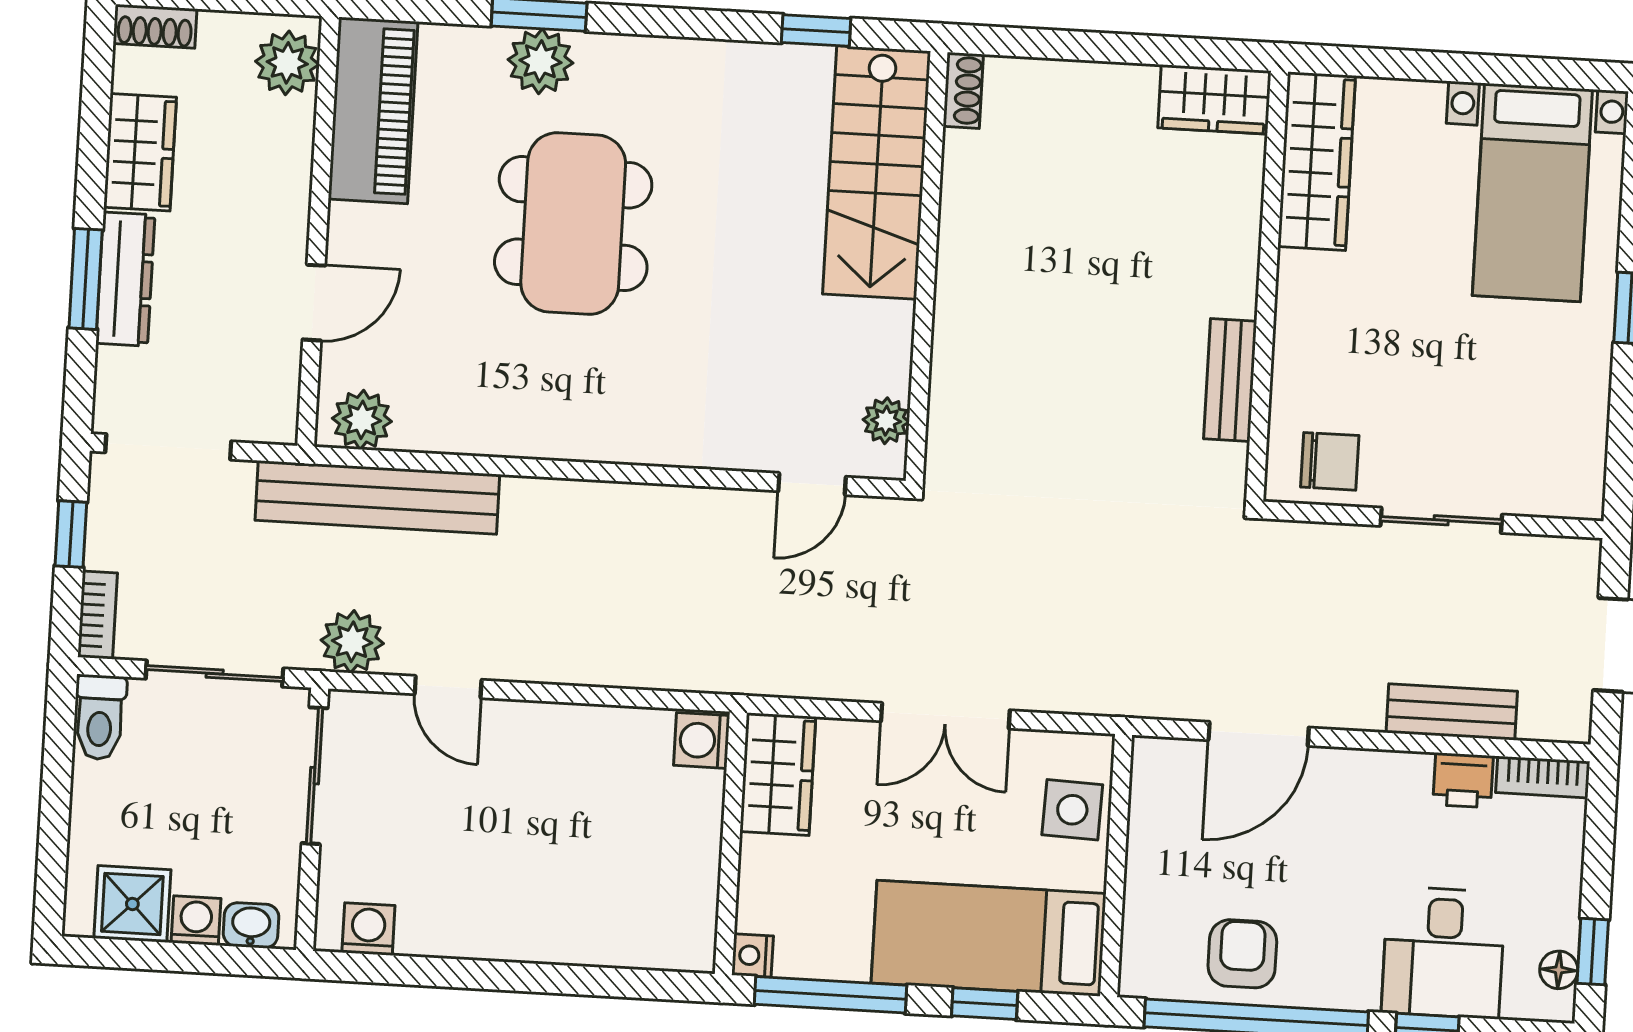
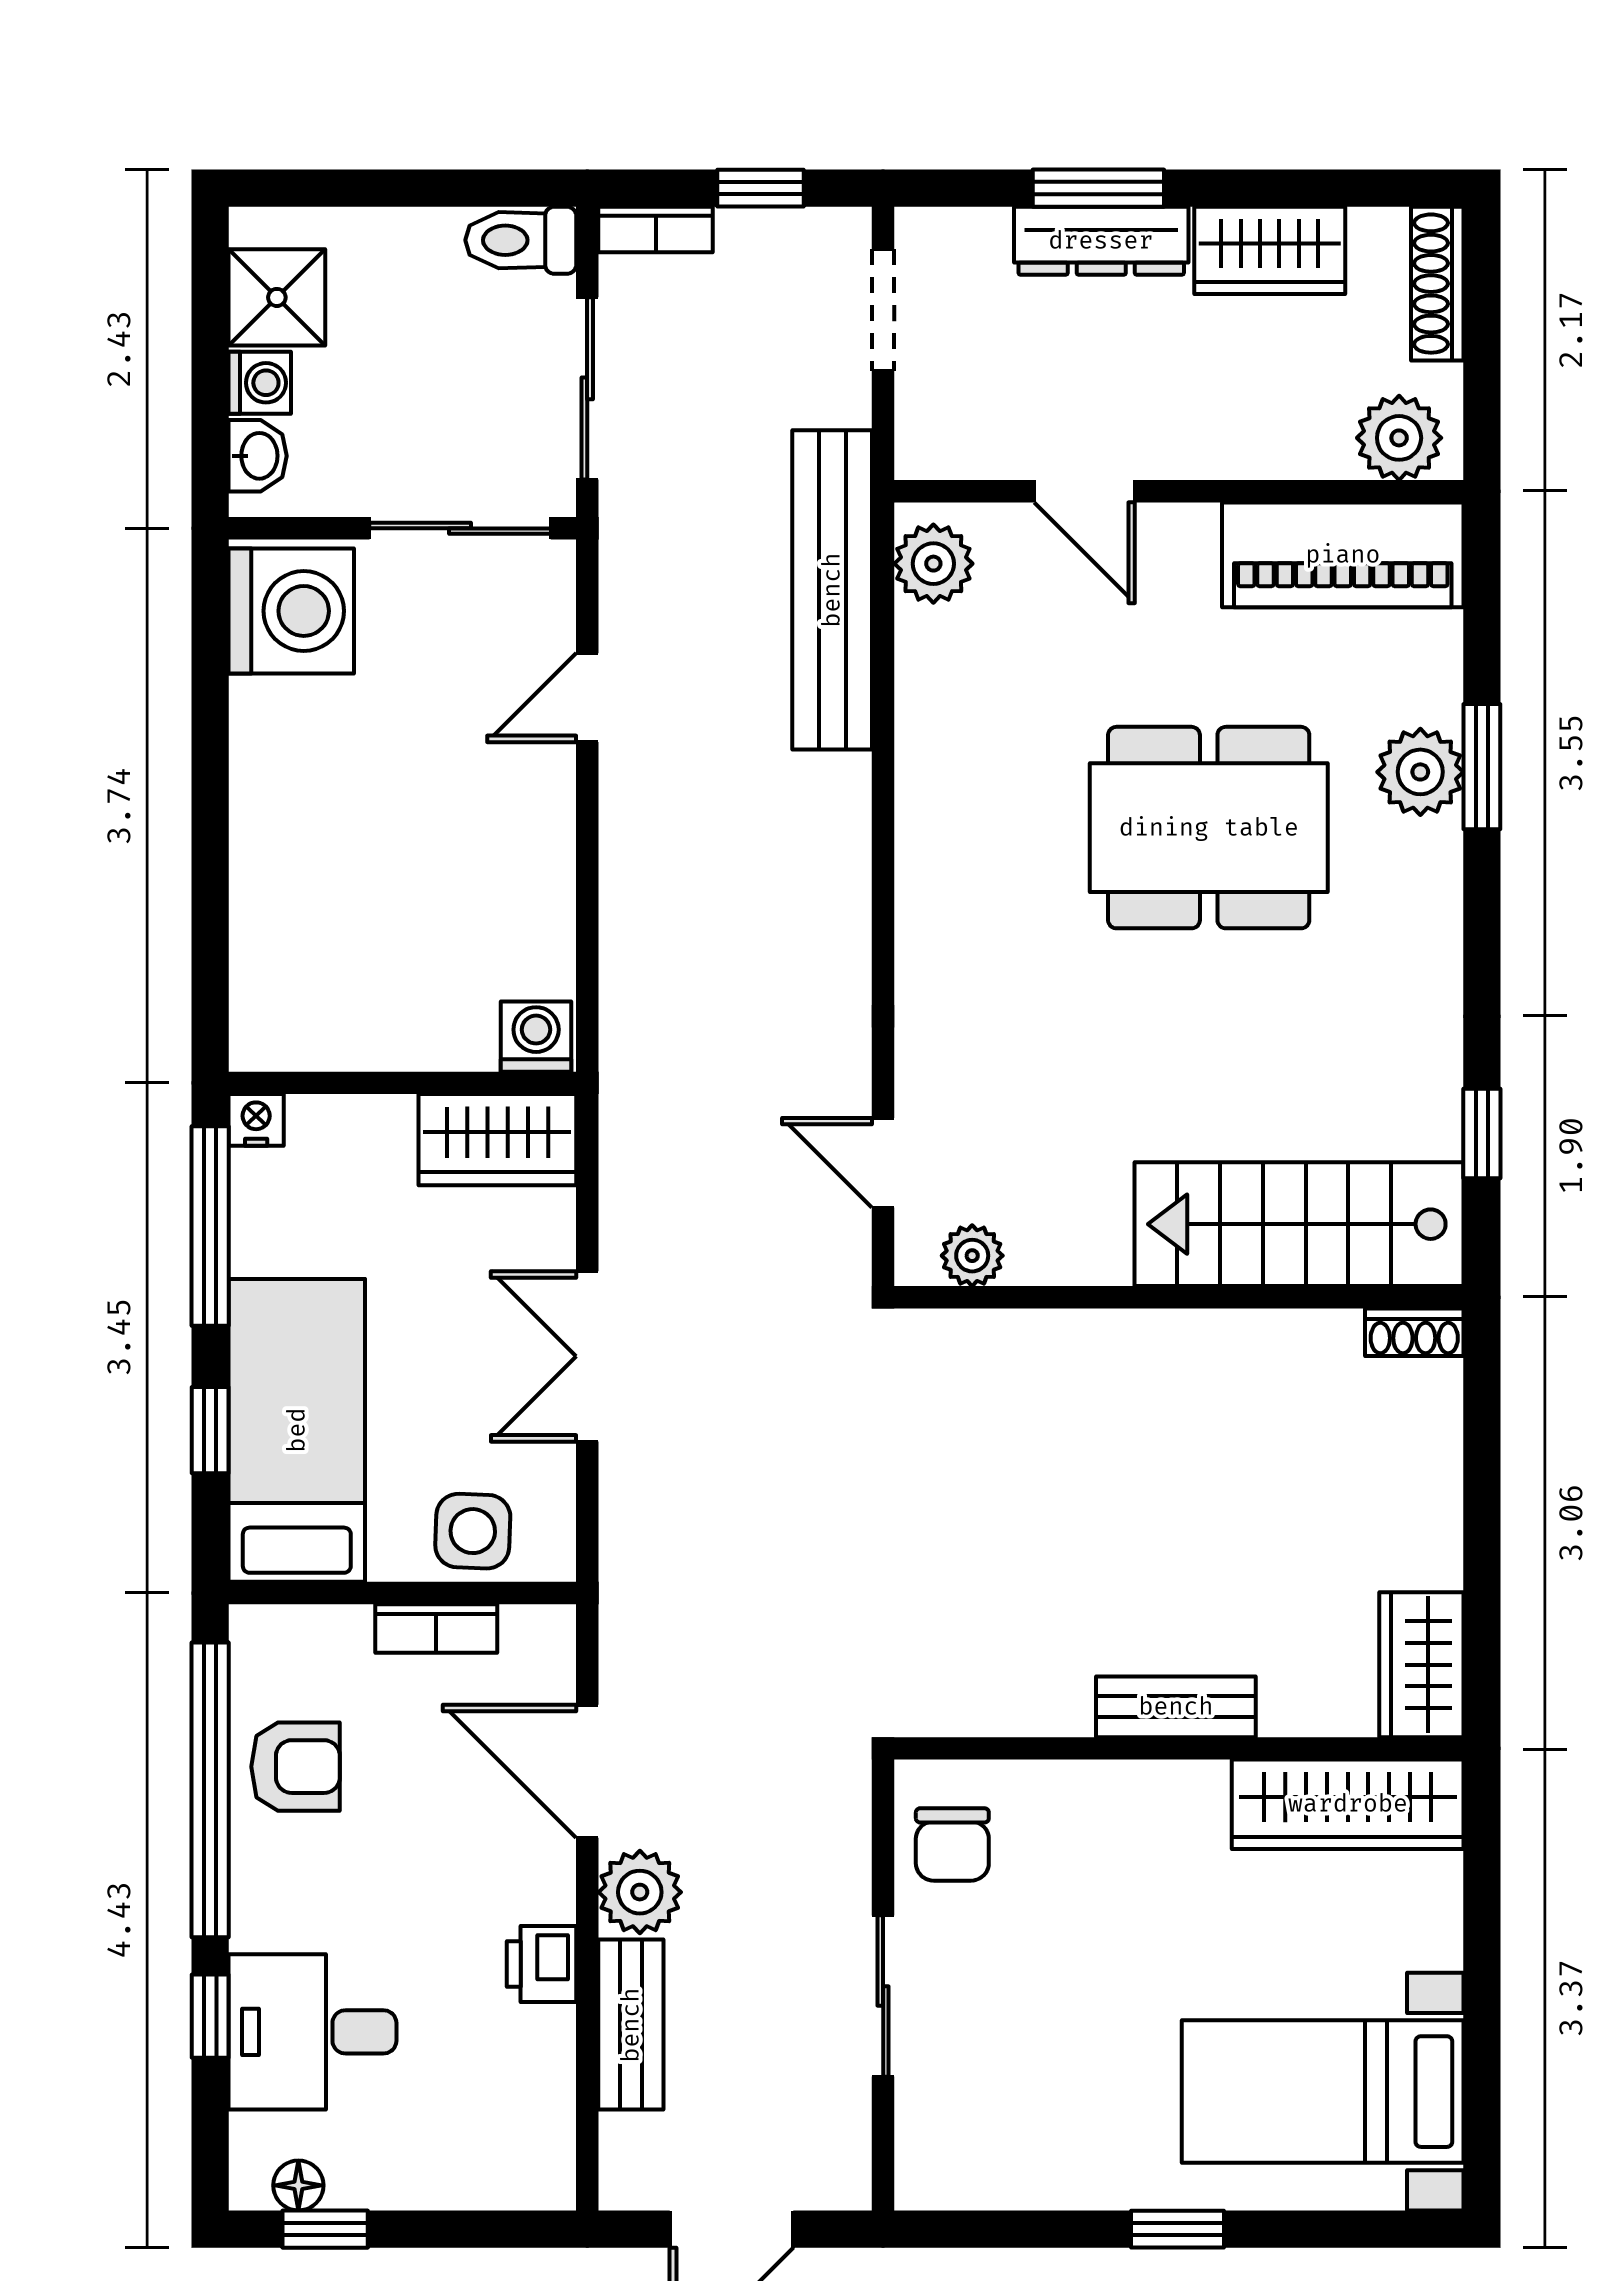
shoe rack: (155, 26) -> (1437, 284), width x1.43
bench: (1230, 380) -> (1176, 1707), moved
doorway: (168, 447) -> (883, 310), width x0.73
plant: (352, 642) -> (640, 1892), moved
bookcase: (1543, 777) -> (436, 1629), moved, turned -90
printer: (1463, 780) -> (541, 1964), moved
washing machine: (368, 929) -> (291, 611), width x1.89, depth x1.89

